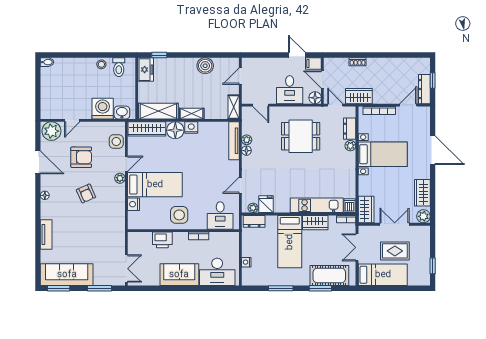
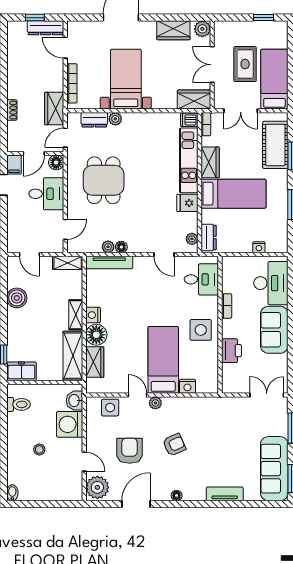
stool: (101, 64) -> (39, 449), moved
wardrobe: (147, 129) -> (95, 362), width x0.67
fridge: (266, 204) -> (187, 203), moved

